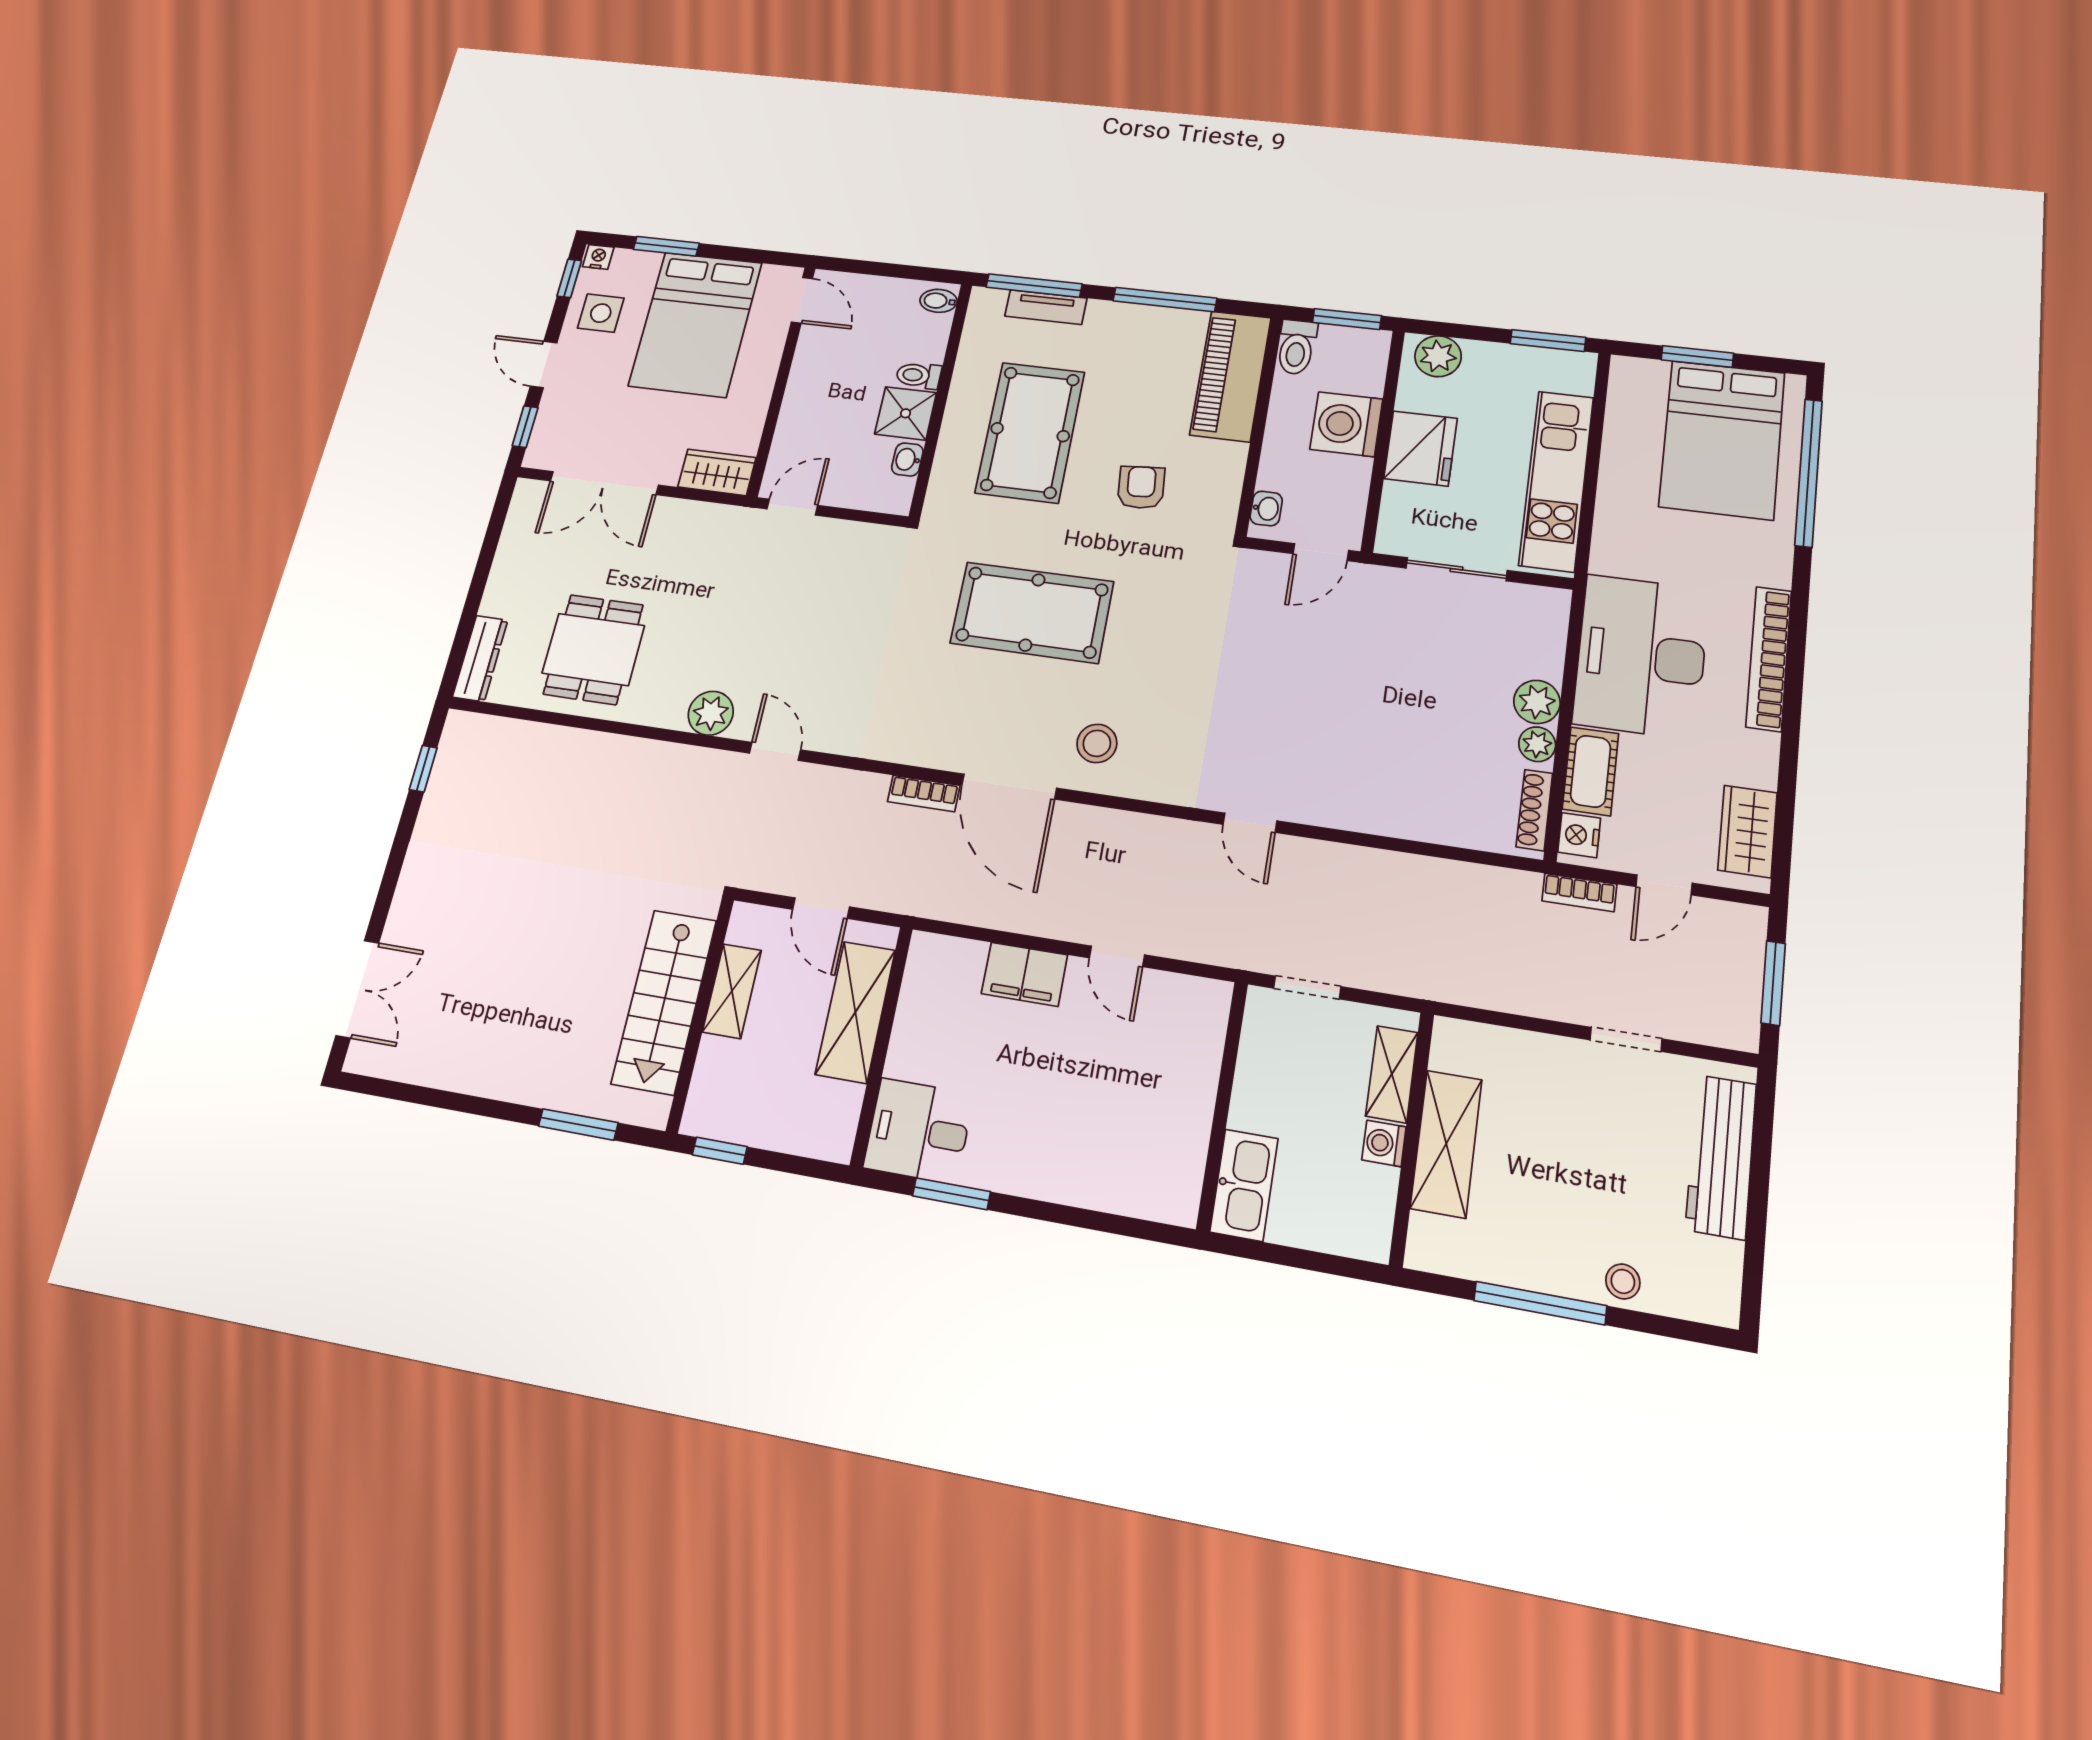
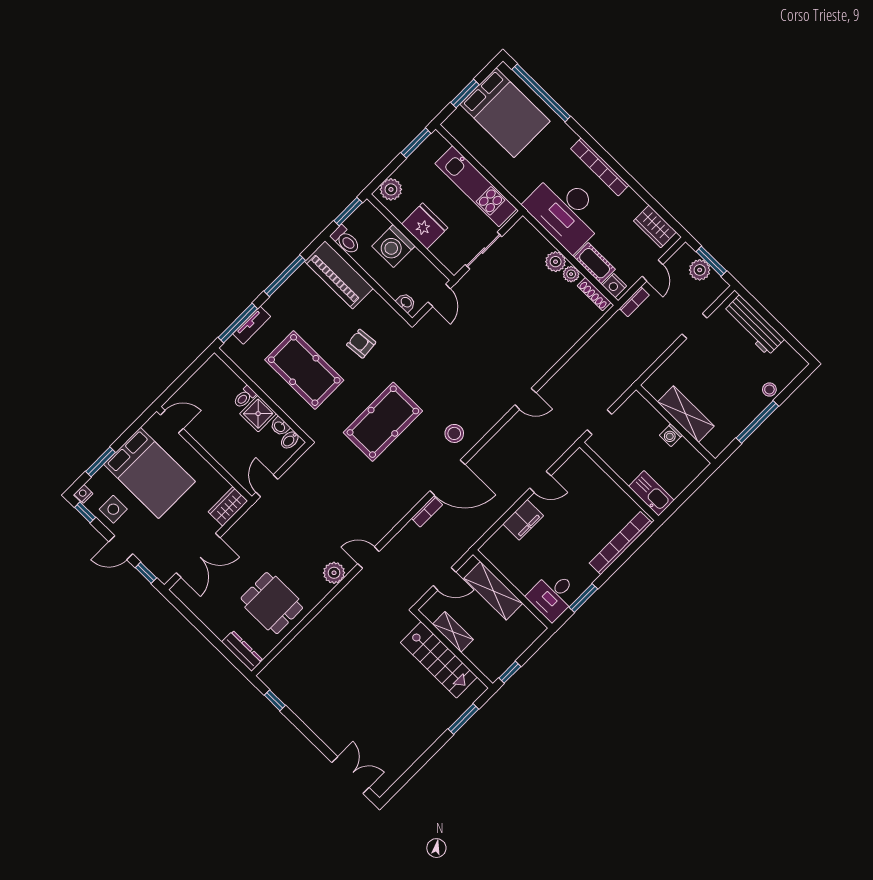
bidet: (938, 301) -> (290, 440), moved
plant: (1738, 973) -> (700, 270), added
shelving: (1392, 1074) -> (650, 415), removed
bookcase: (1106, 1192) -> (621, 543), added

